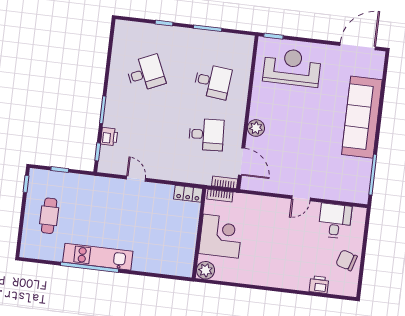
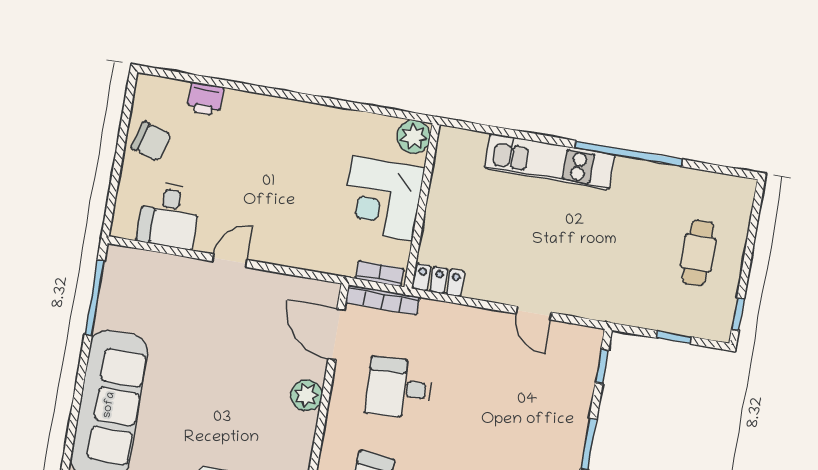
printer: (109, 137) -> (579, 394), removed
bookcase: (225, 182) -> (383, 300), width x1.56
kitchen unit: (98, 257) -> (550, 161), moved

